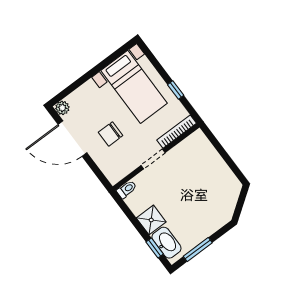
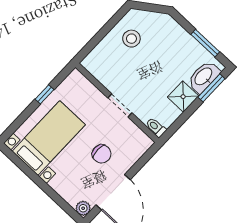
bookcase: (177, 132) -> (87, 86), removed
stool: (214, 181) -> (131, 39), added
window: (155, 248) -> (211, 88), width x1.50

